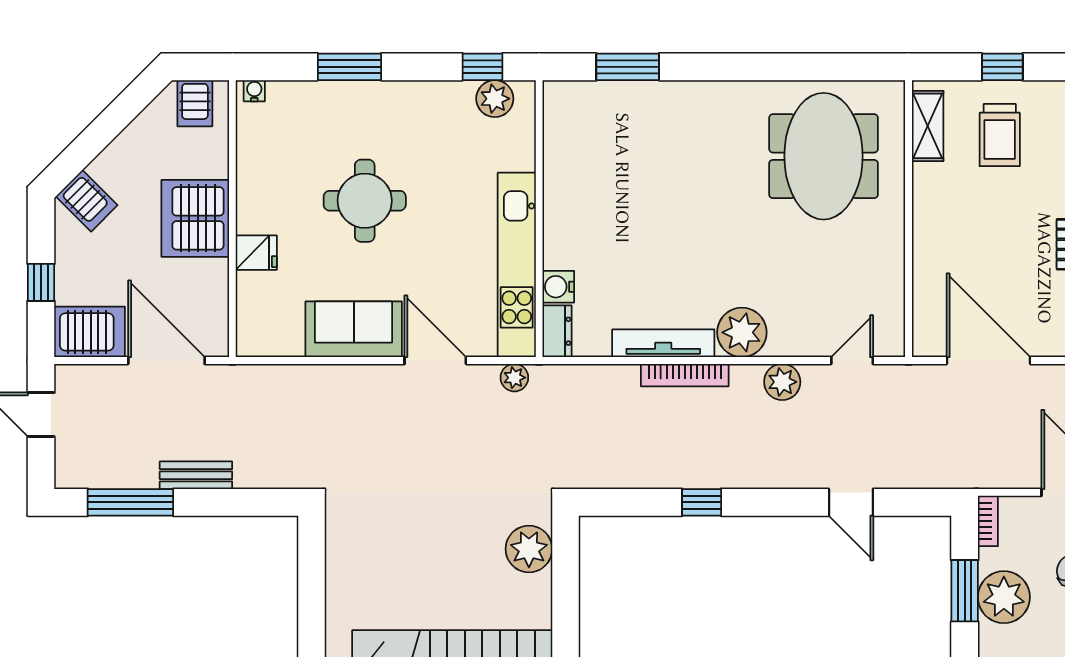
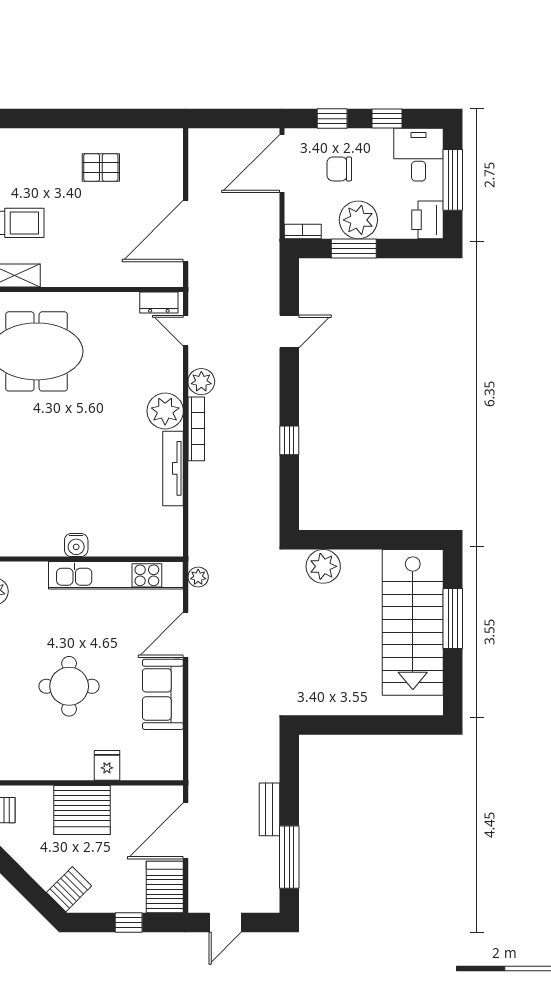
water cooler: (558, 287) -> (76, 545), moved
dresser: (557, 331) -> (159, 302), moved, turned 180
bookcase: (685, 375) -> (196, 429), moved

